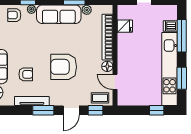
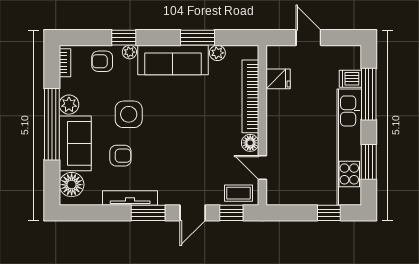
side table: (31, 48) -> (129, 114), added
armchair: (64, 67) -> (181, 144), removed

